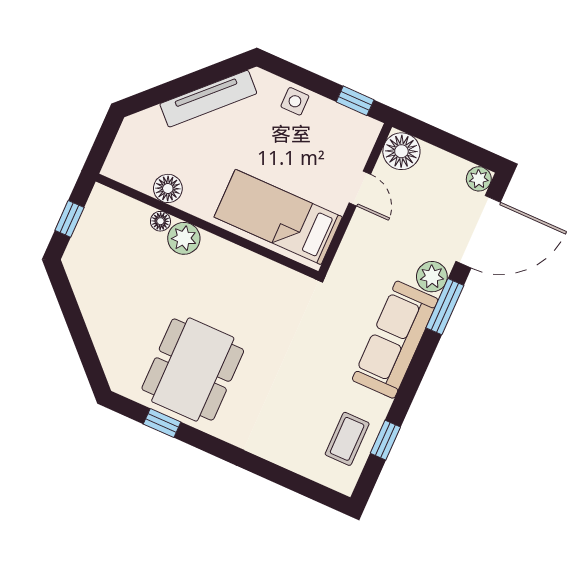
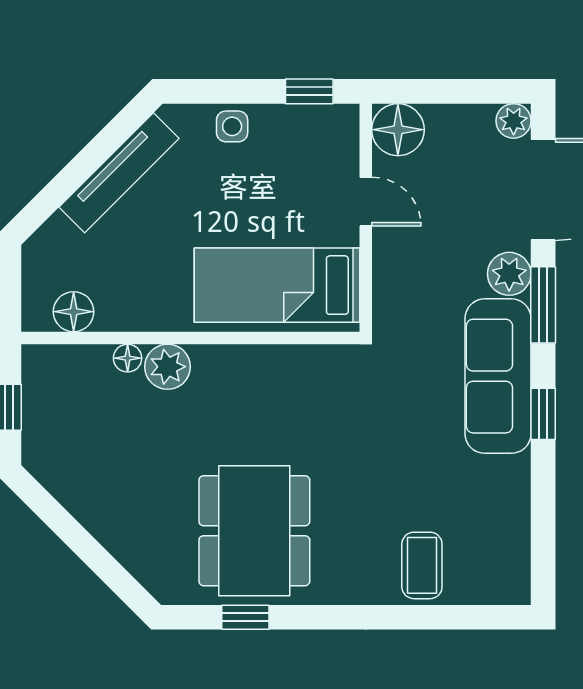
floor lamp: (168, 188) -> (74, 312), moved
coffee table: (347, 439) -> (422, 565), moved
window: (385, 440) -> (543, 414), moved

